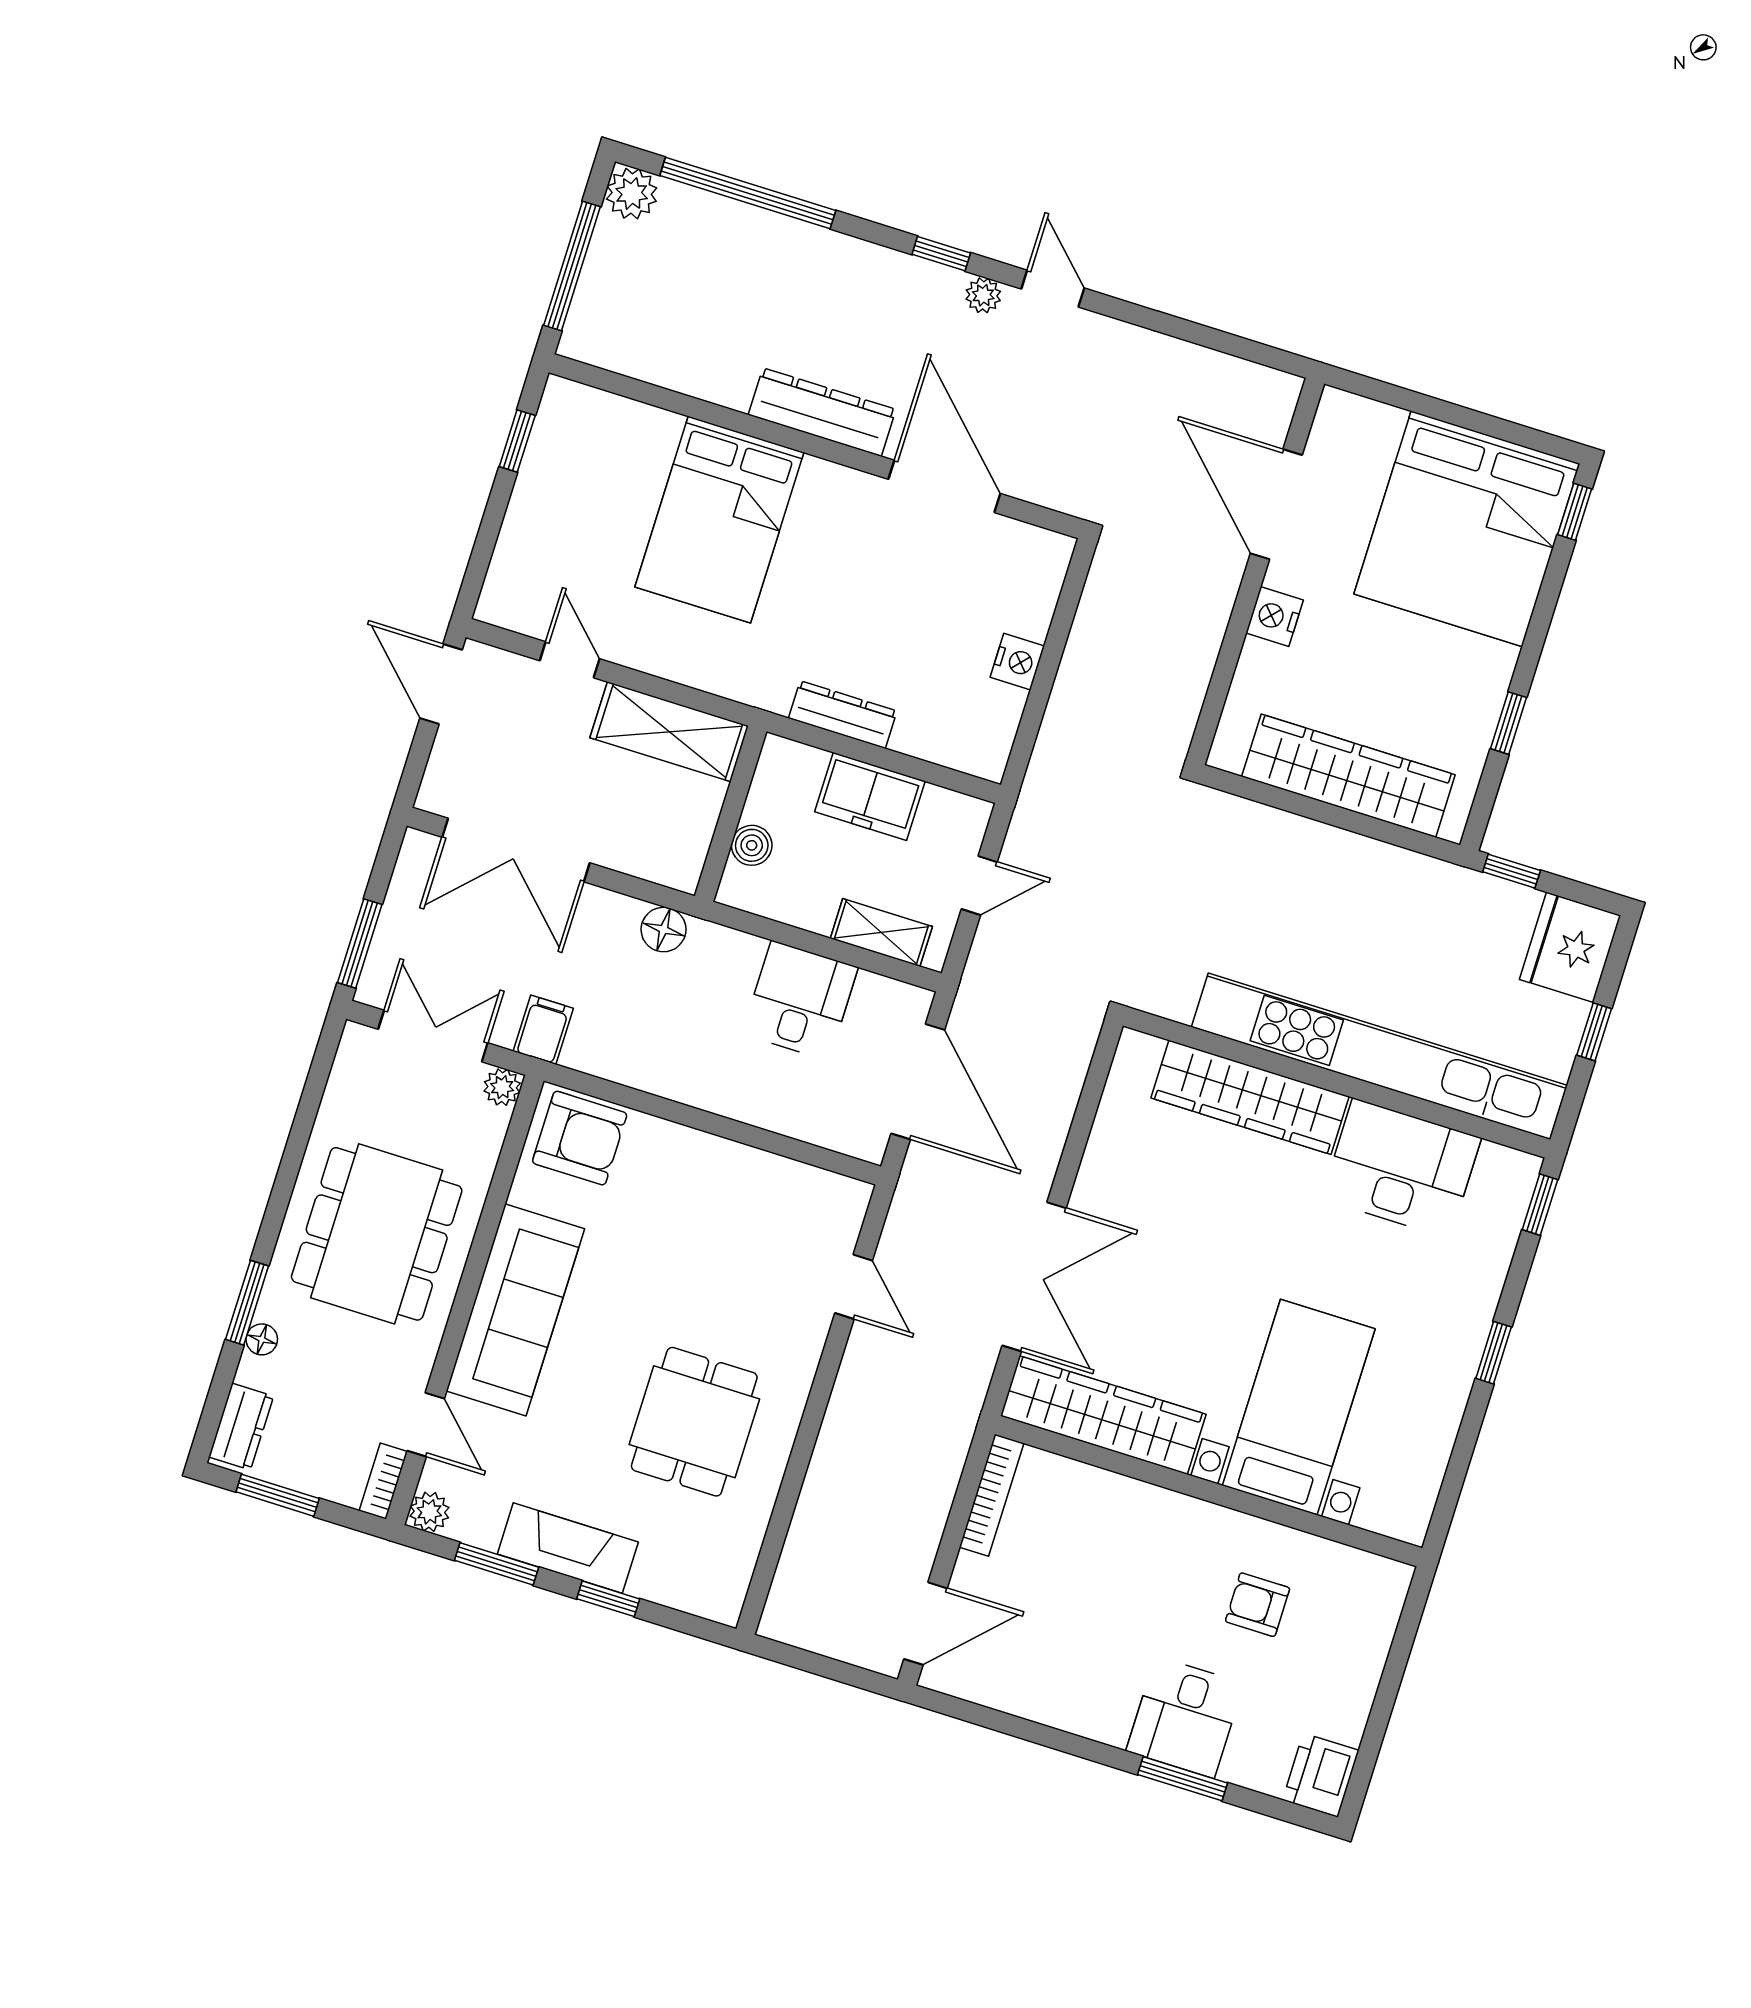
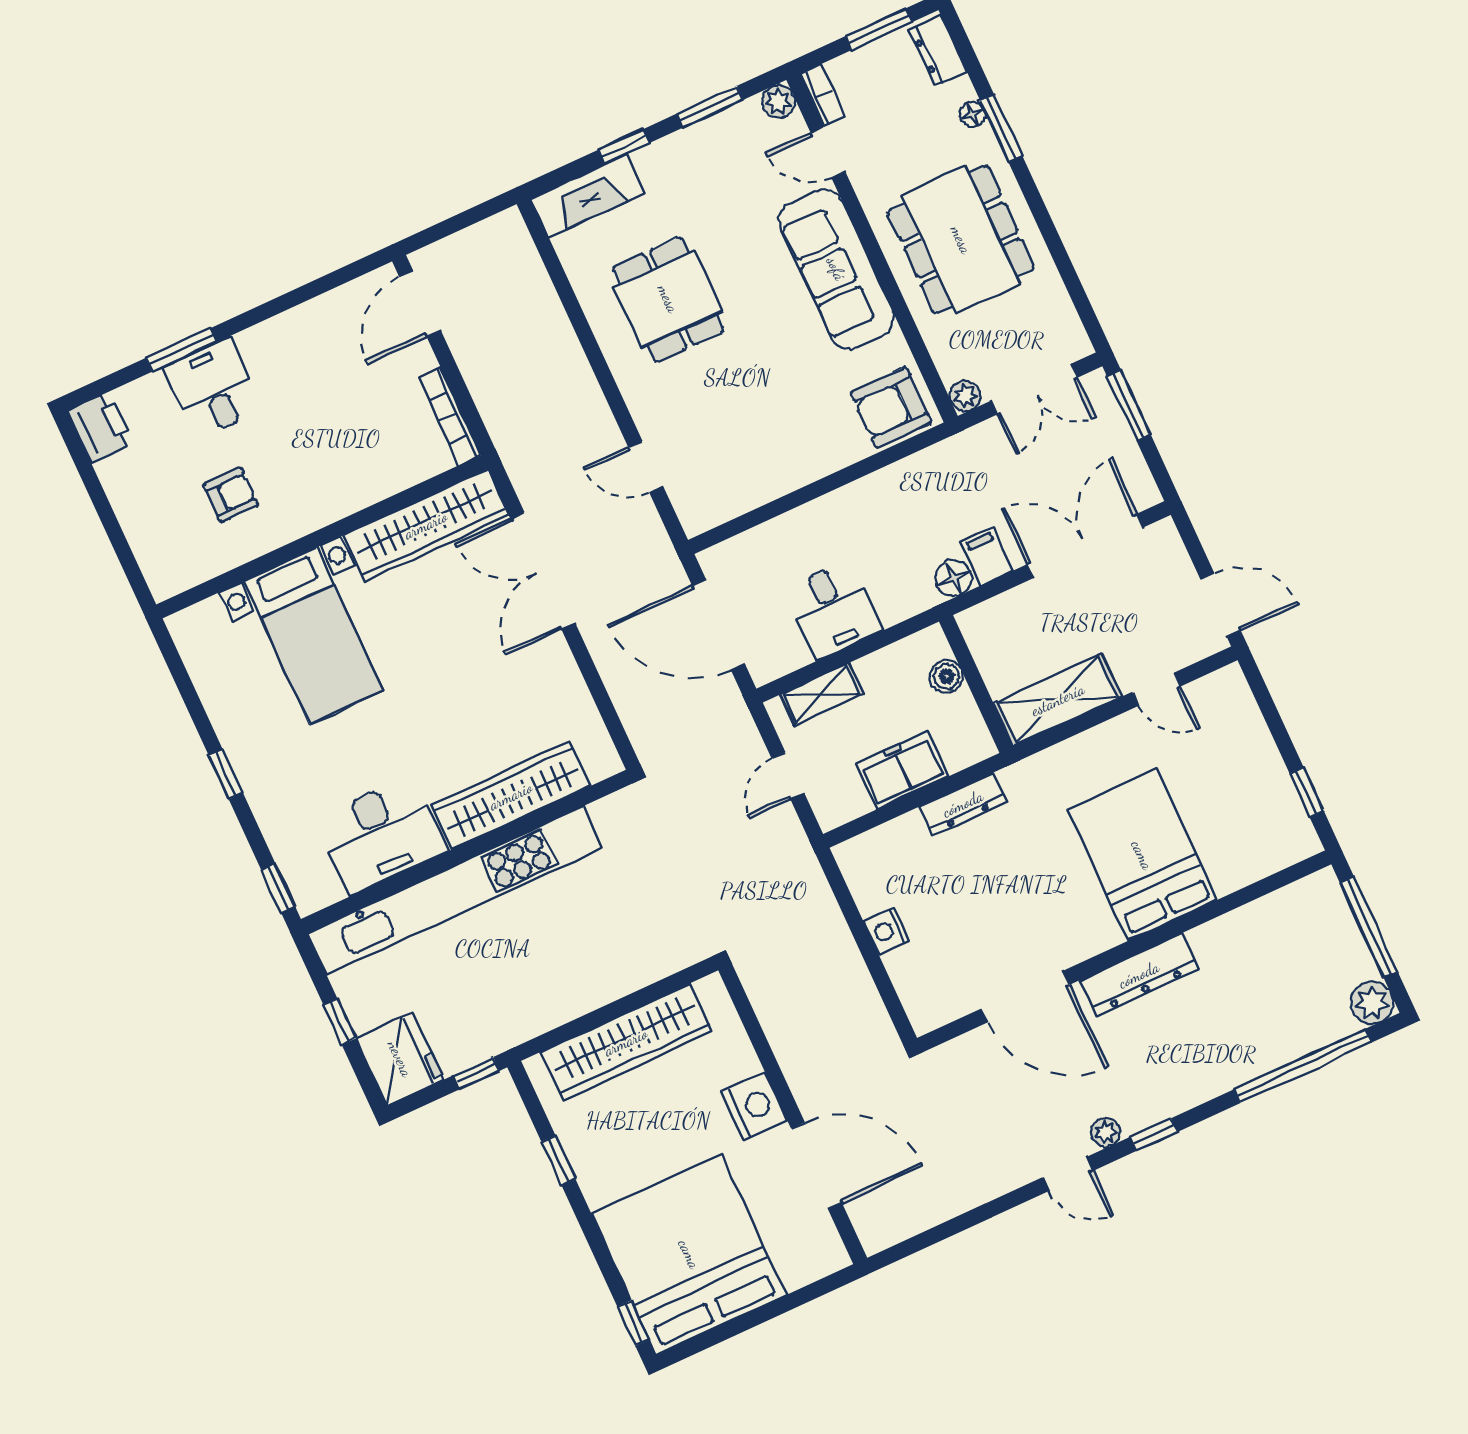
nightstand: (1275, 616) -> (754, 1106), width x1.36, depth x1.33
filing cabinet: (543, 1030) -> (987, 556), moved, turned 180
fireplace: (568, 1548) -> (588, 195), moved

